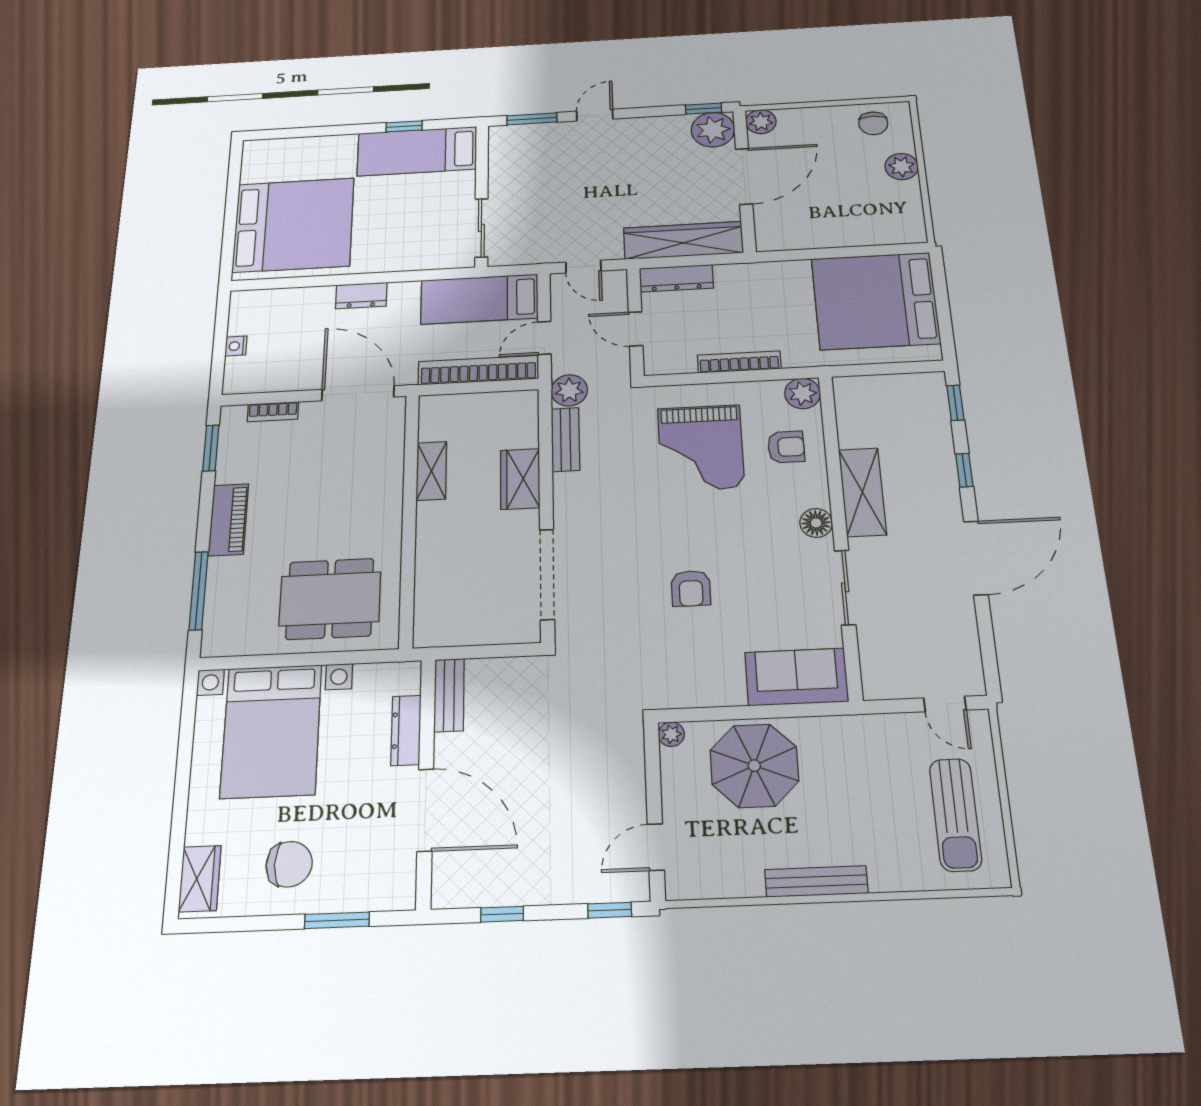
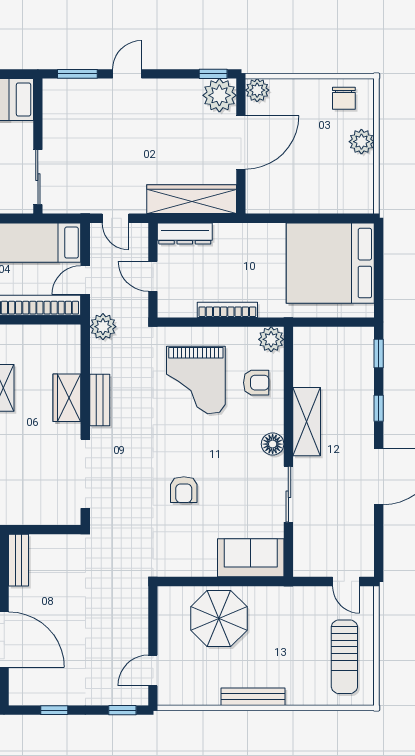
bench: (565, 439) -> (100, 400), moved
plant: (671, 734) -> (166, 595), removed

